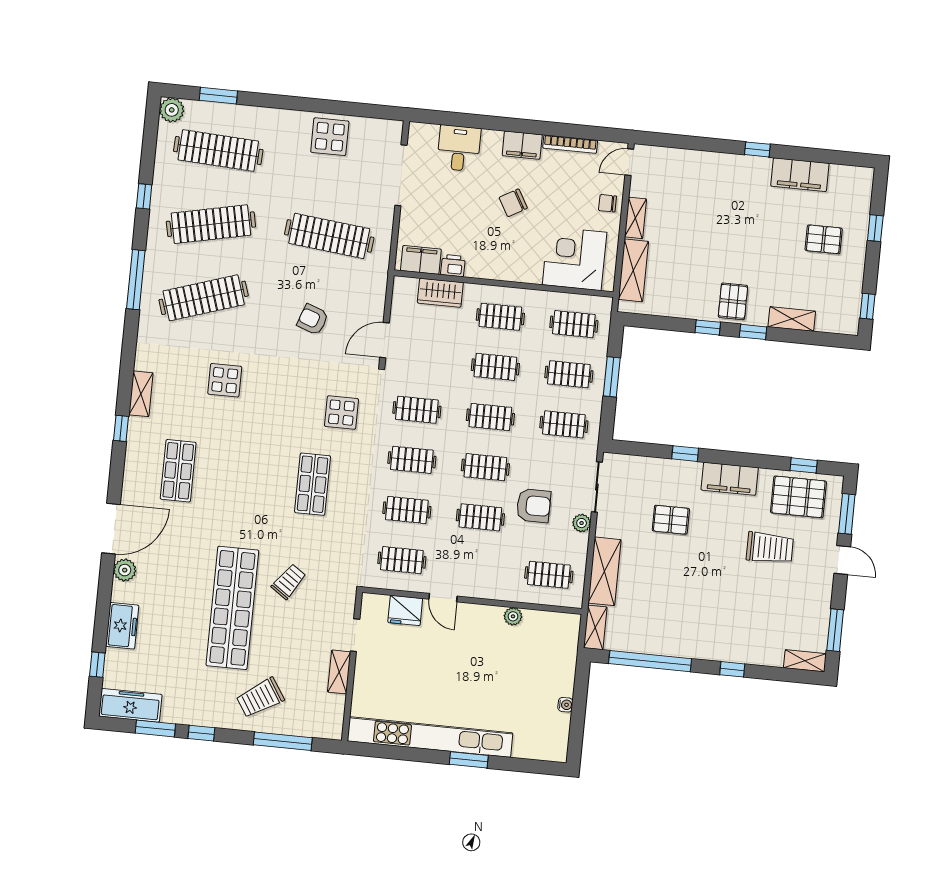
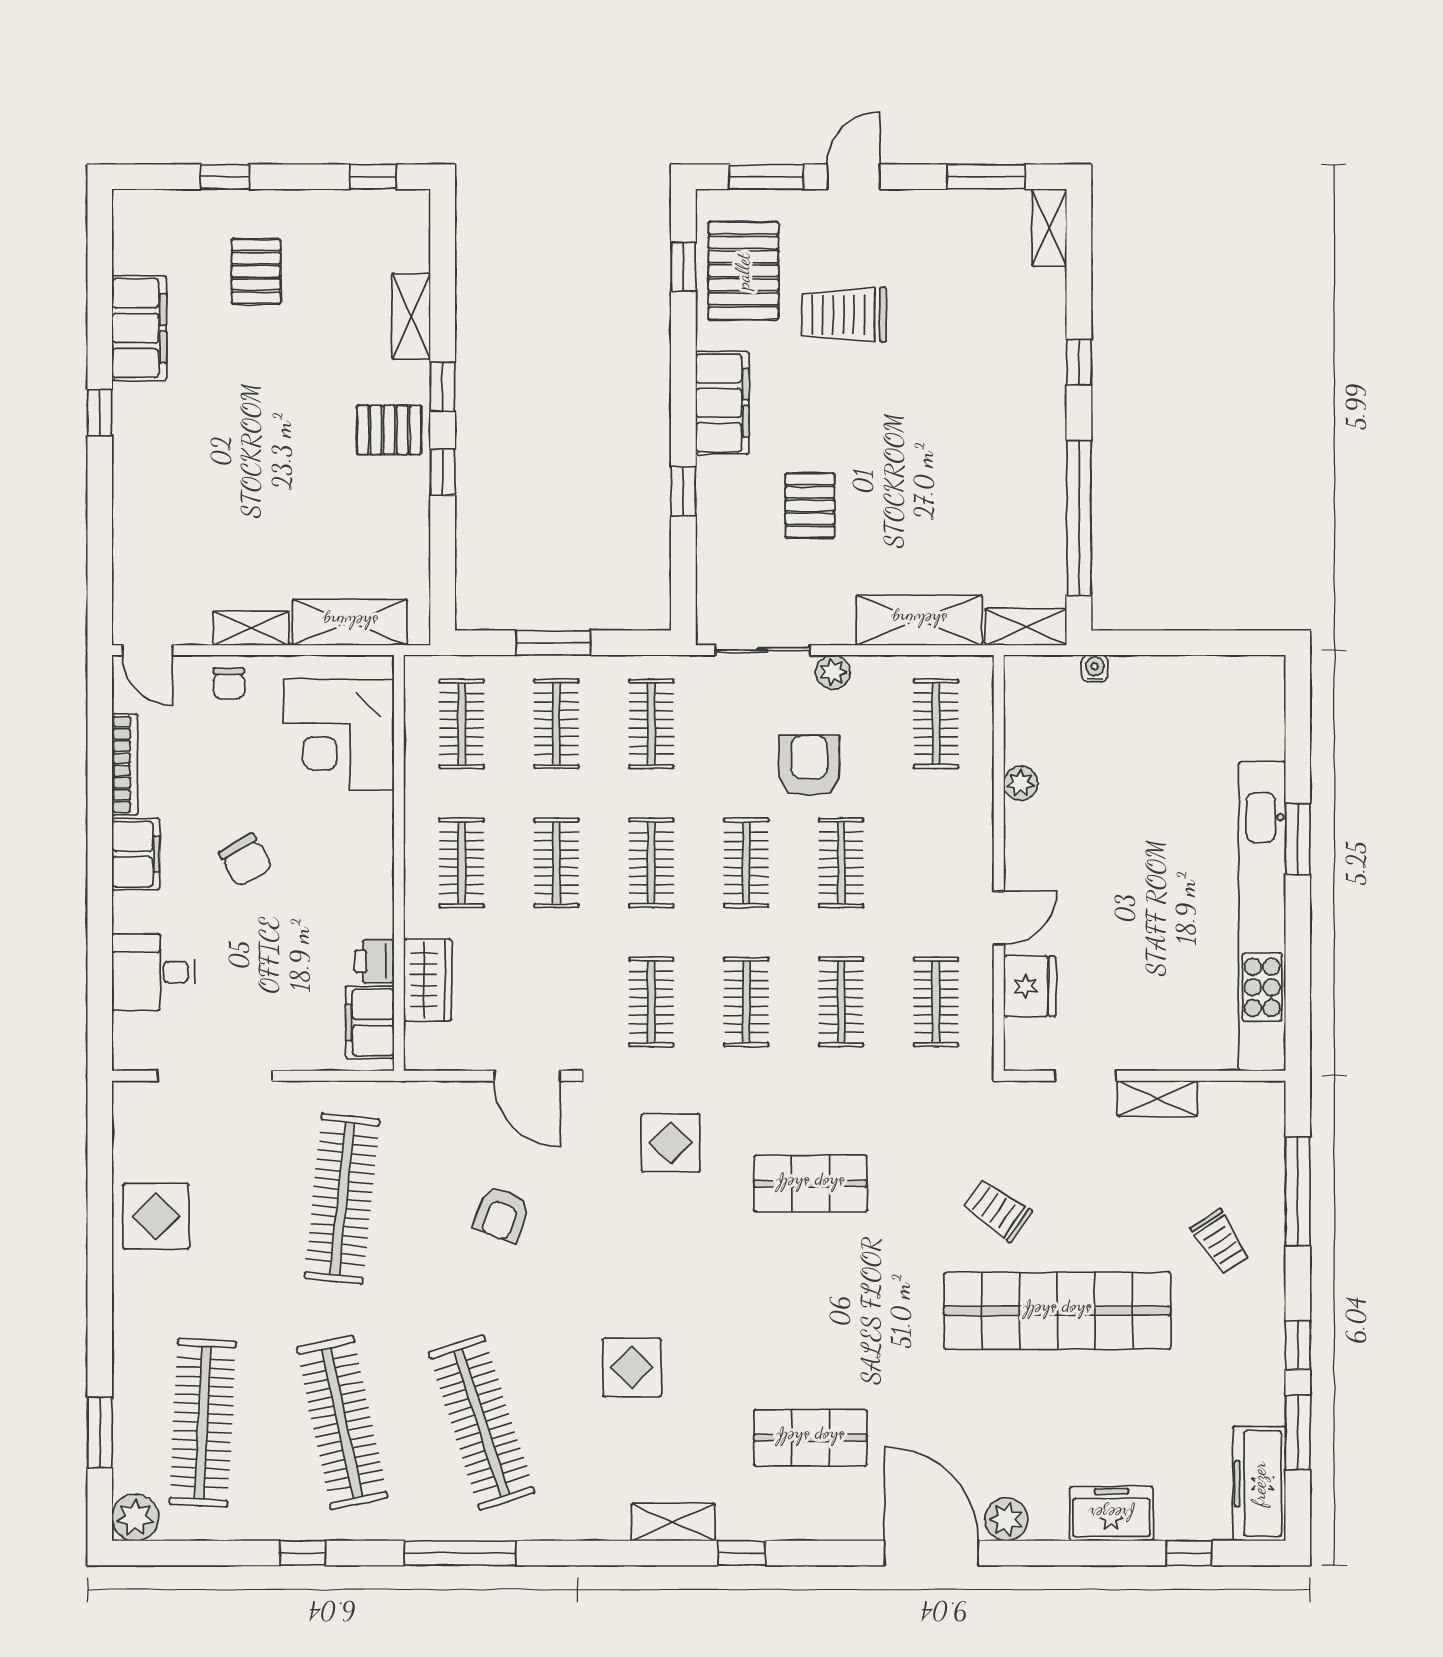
trolley: (770, 548) -> (844, 315), turned -90
trolley: (260, 698) -> (1220, 1242), width x0.73, depth x0.72
water cooler: (565, 705) -> (1095, 668), moved

